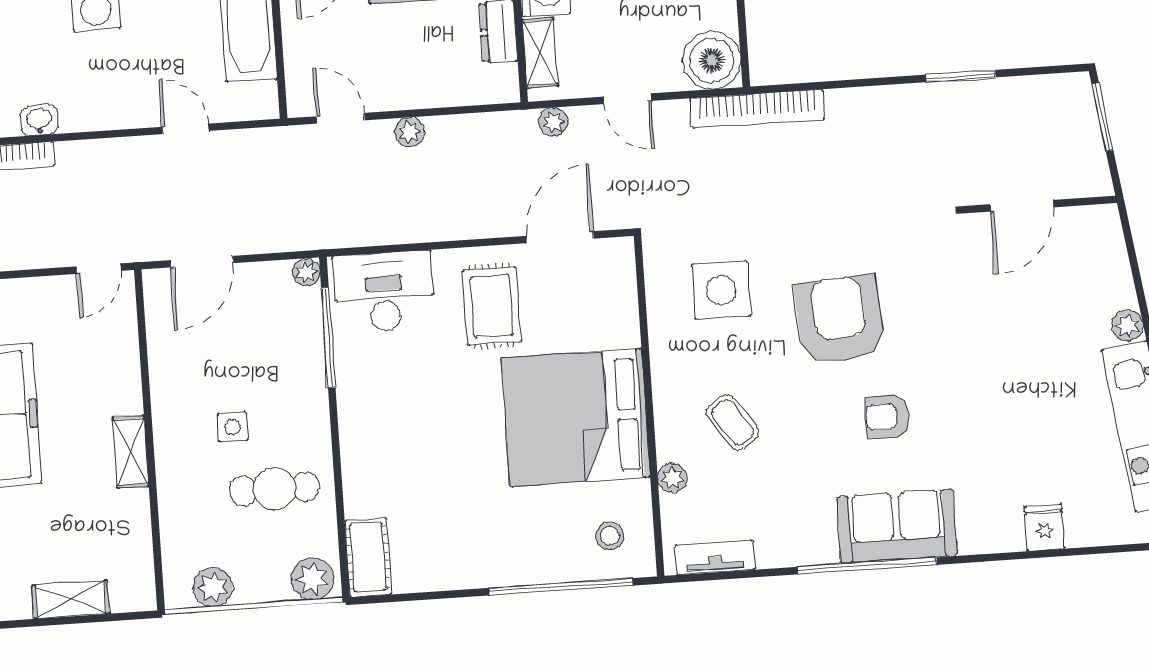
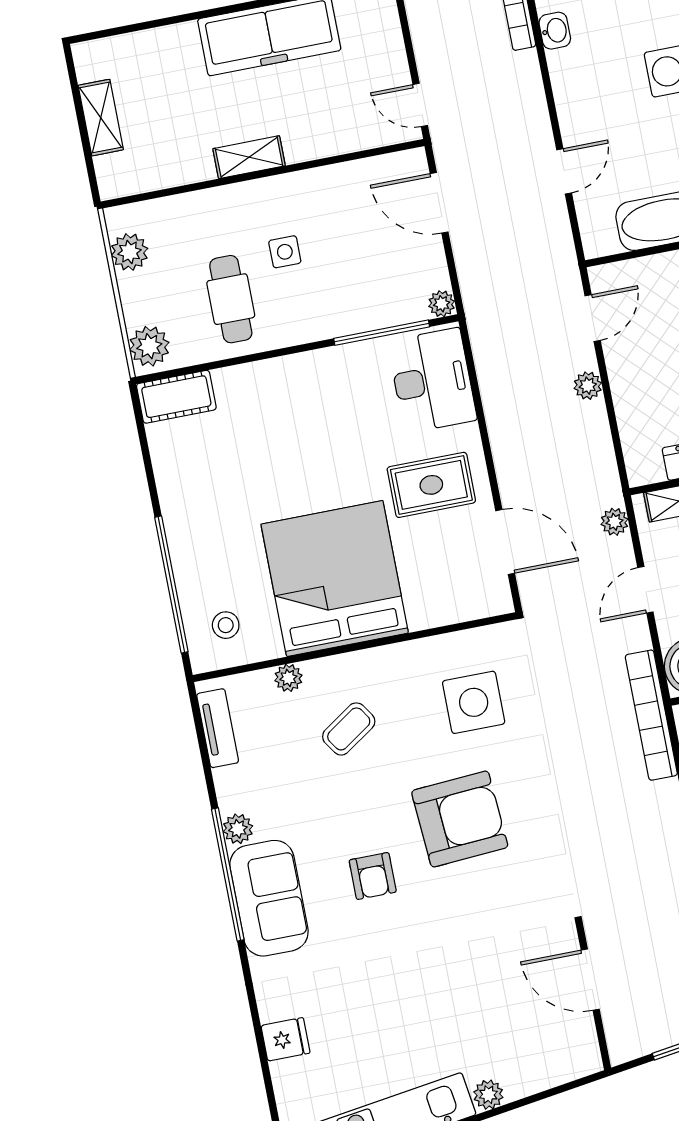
armchair: (887, 417) -> (373, 876), turned 180
plant: (821, 549) -> (238, 829), added

